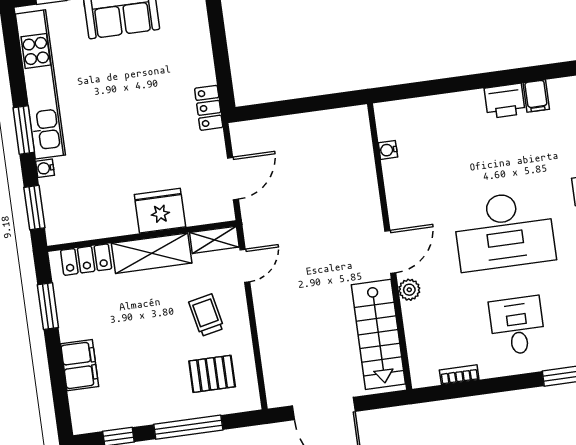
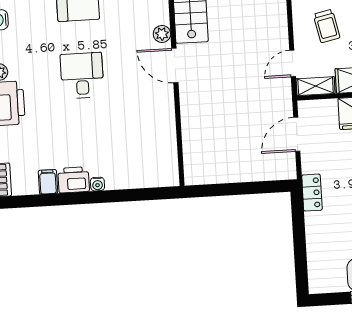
water cooler: (388, 150) -> (97, 184), moved, turned 90
desk: (504, 231) -> (82, 75), width x0.53, depth x0.77
door: (390, 252) -> (175, 66), hinge flipped

